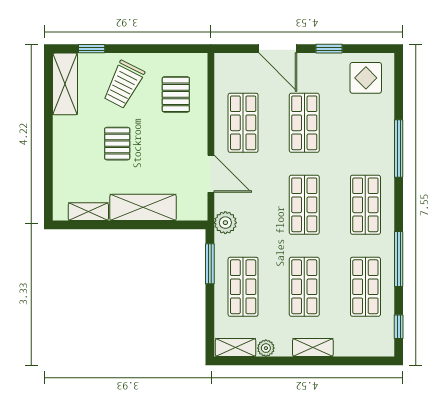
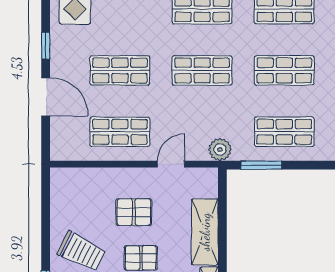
door: (278, 49) -> (46, 97), hinge flipped
pallet: (176, 94) -> (134, 212), moved
door: (211, 174) -> (171, 164), width x0.73

